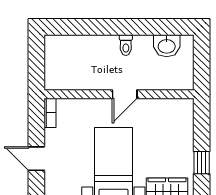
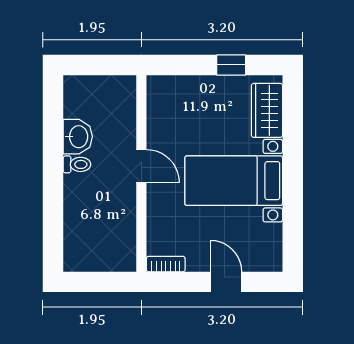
washbasin: (167, 46) -> (78, 137), moved
door: (36, 159) -> (226, 282), swing flipped

